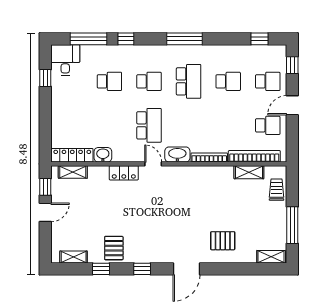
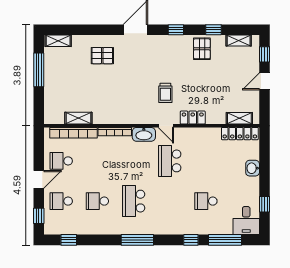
school desk: (149, 81) -> (170, 201), removed
washbasin: (103, 155) -> (253, 168), moved, turned 90
window: (45, 187) -> (265, 54), moved
trolley: (277, 190) -> (165, 93), moved

